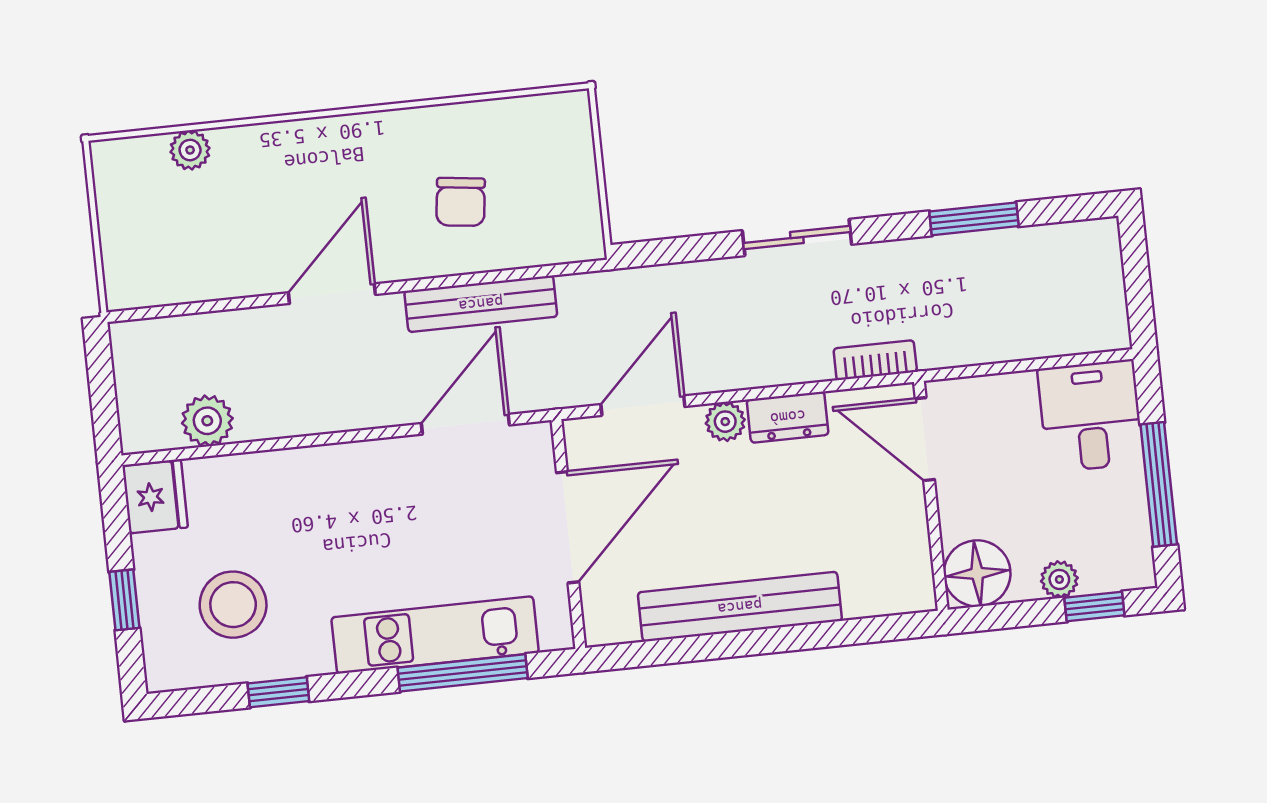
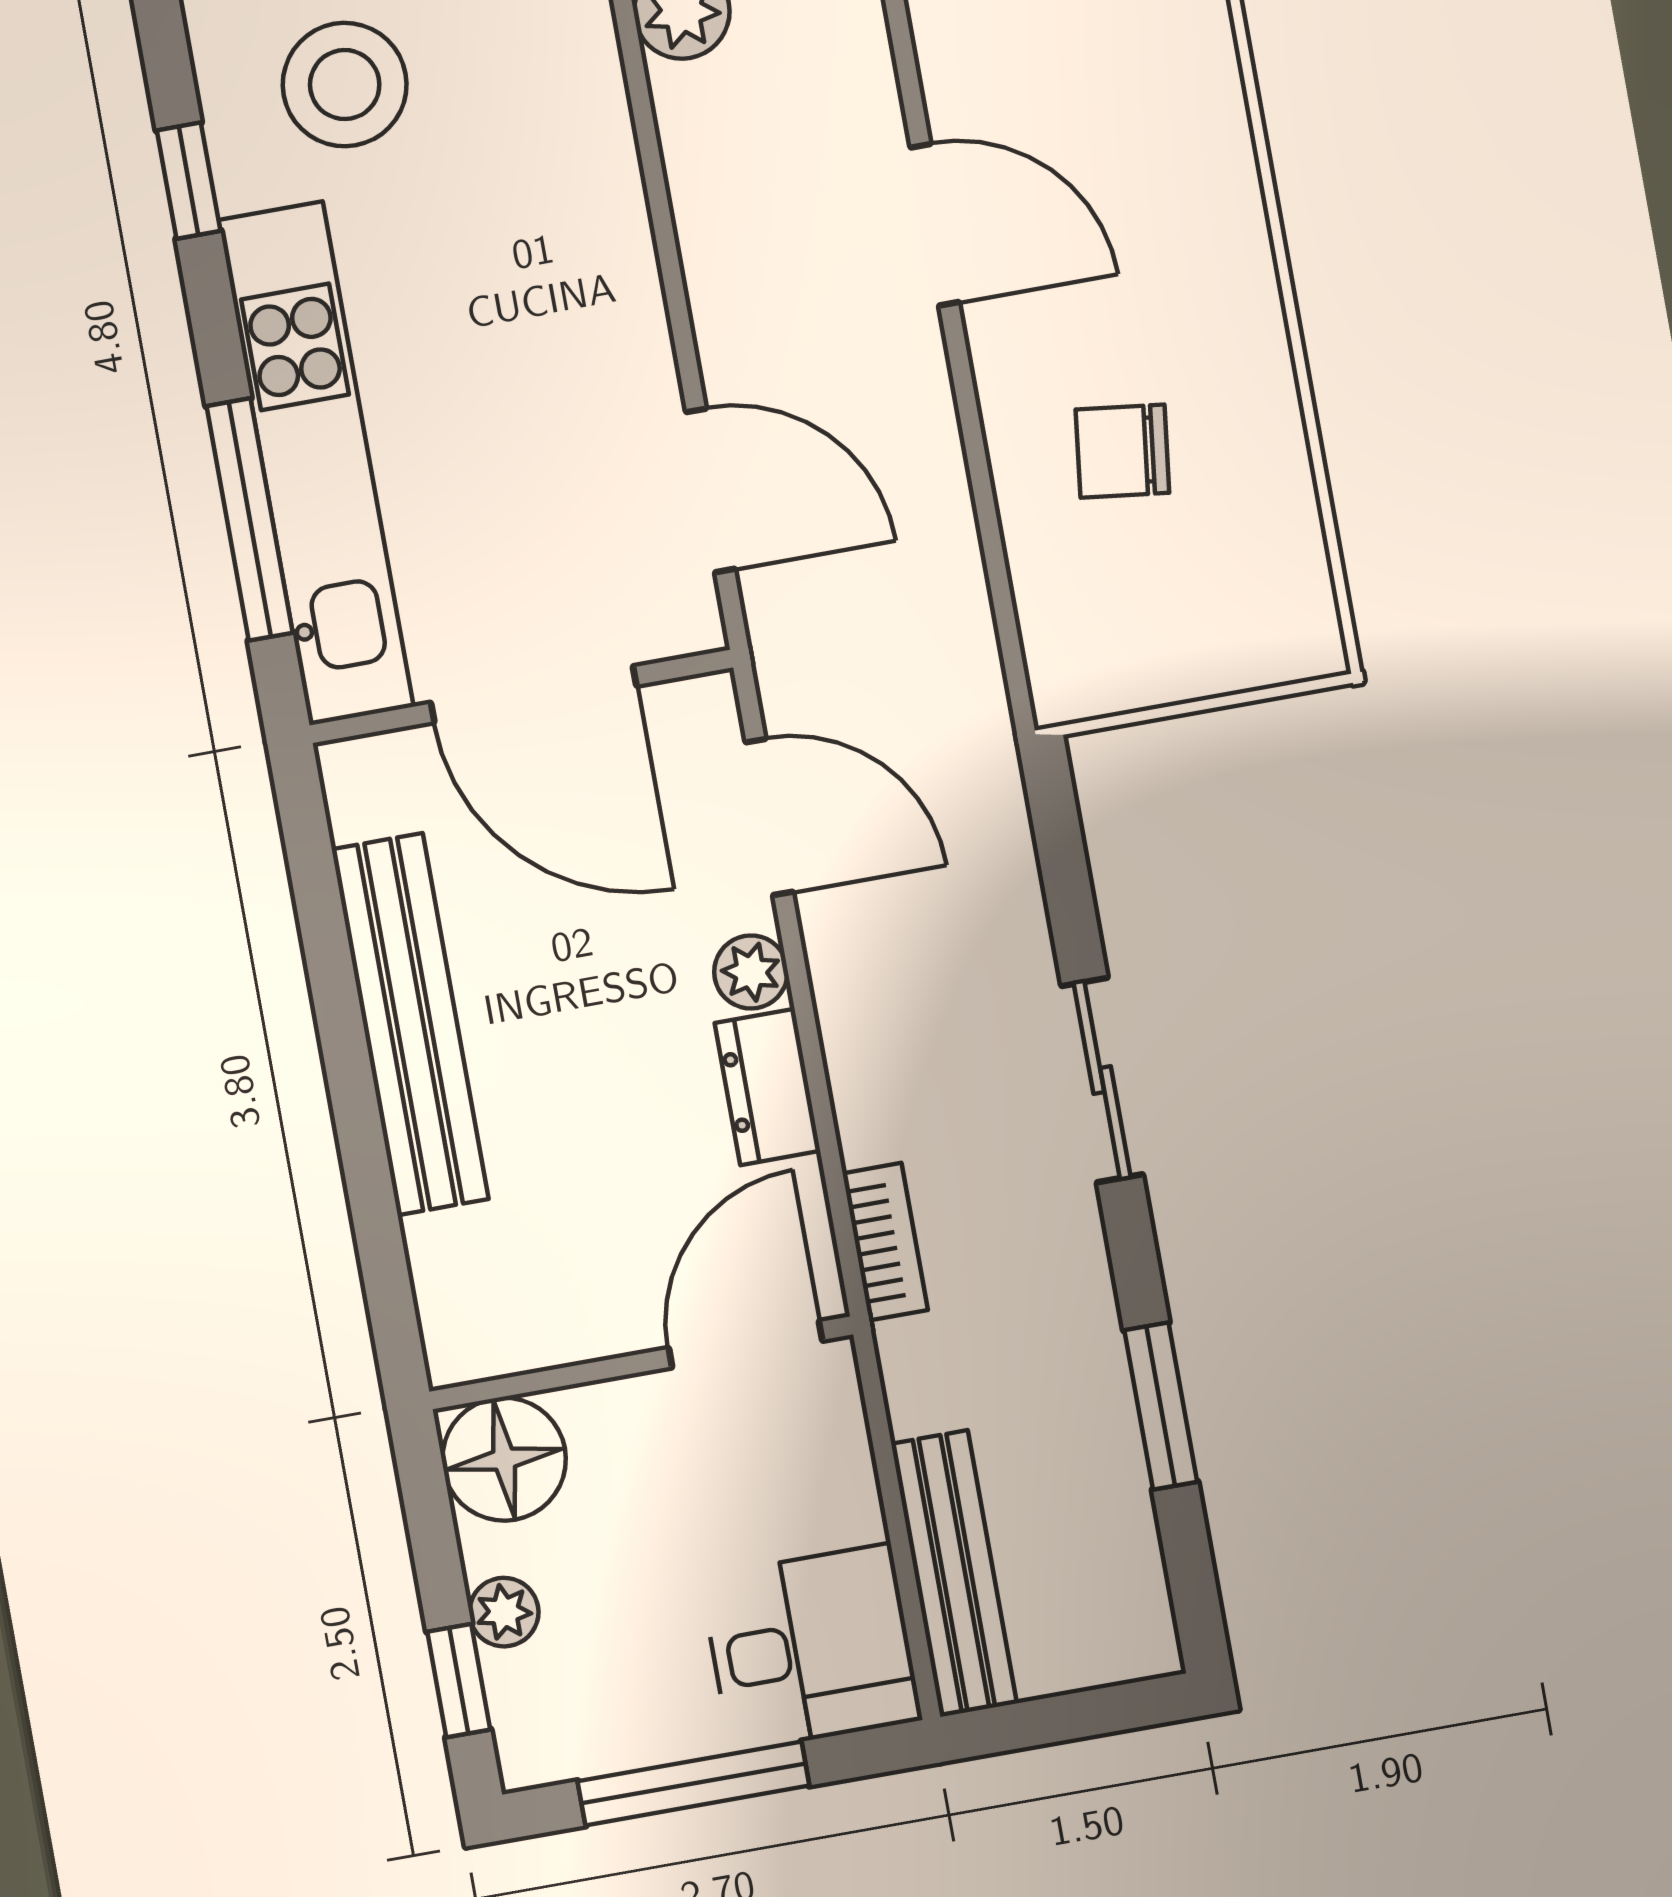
bench: (481, 304) -> (954, 1574), moved
kitchen unit: (435, 635) -> (316, 463), width x1.36

